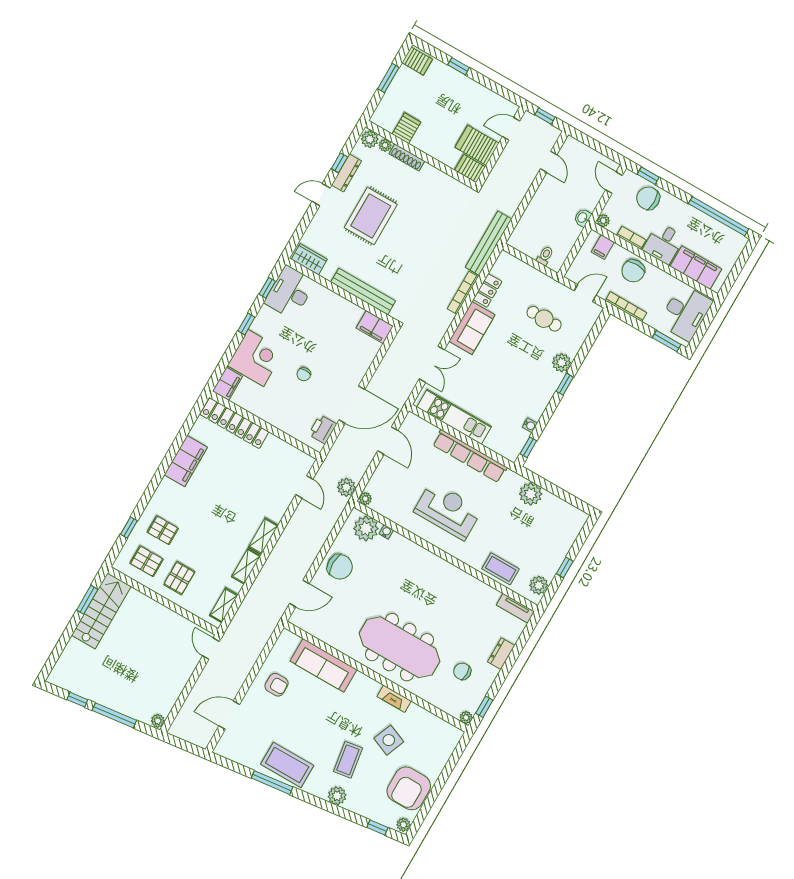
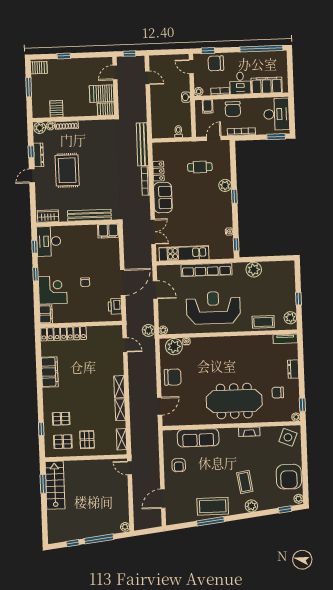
reception desk: (448, 511) -> (213, 308), width x1.36, depth x1.30
armchair: (277, 685) -> (179, 465), turned 90
side table: (389, 740) -> (288, 437), moved

